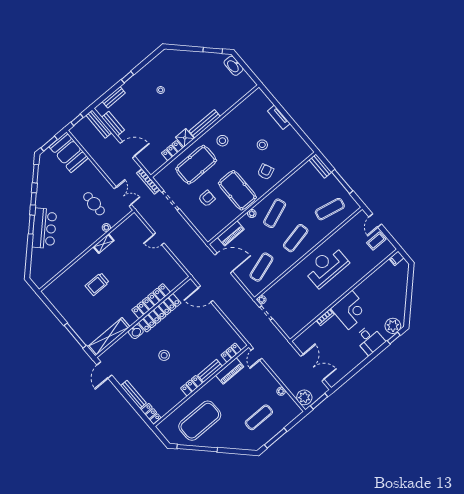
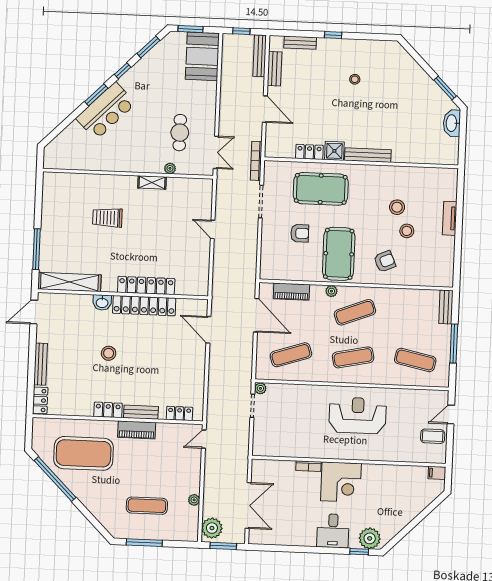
stool: (222, 141) -> (397, 207), moved
piano: (230, 371) -> (137, 430), moved

